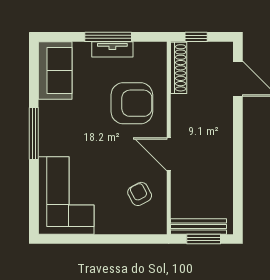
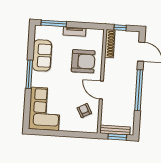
window: (108, 37) -> (54, 23), moved
sofa: (55, 71) -> (42, 55), moved
window: (238, 150) -> (139, 90), added

